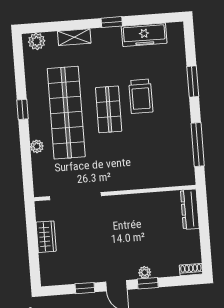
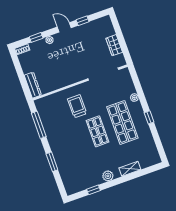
window: (112, 22) -> (93, 190), moved
freezer: (144, 35) -> (89, 182), removed
plant: (37, 41) -> (108, 176), moved
trolley: (141, 96) -> (77, 106), moved
shop shelf: (66, 113) -> (122, 122), width x0.71
window: (148, 283) -> (36, 37), moved

